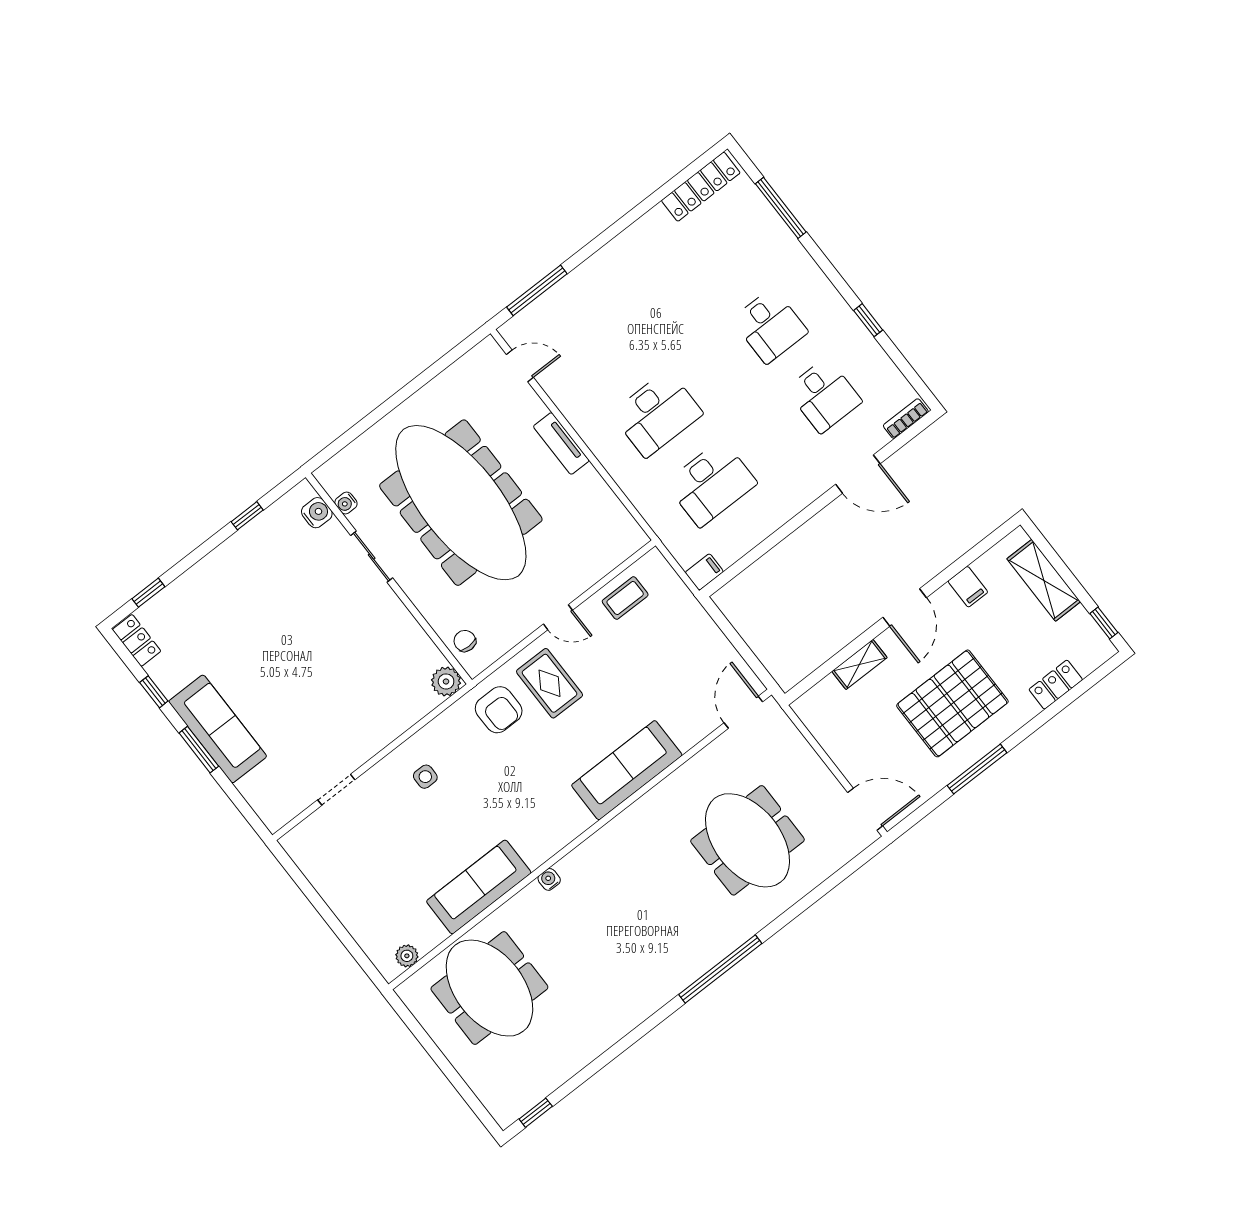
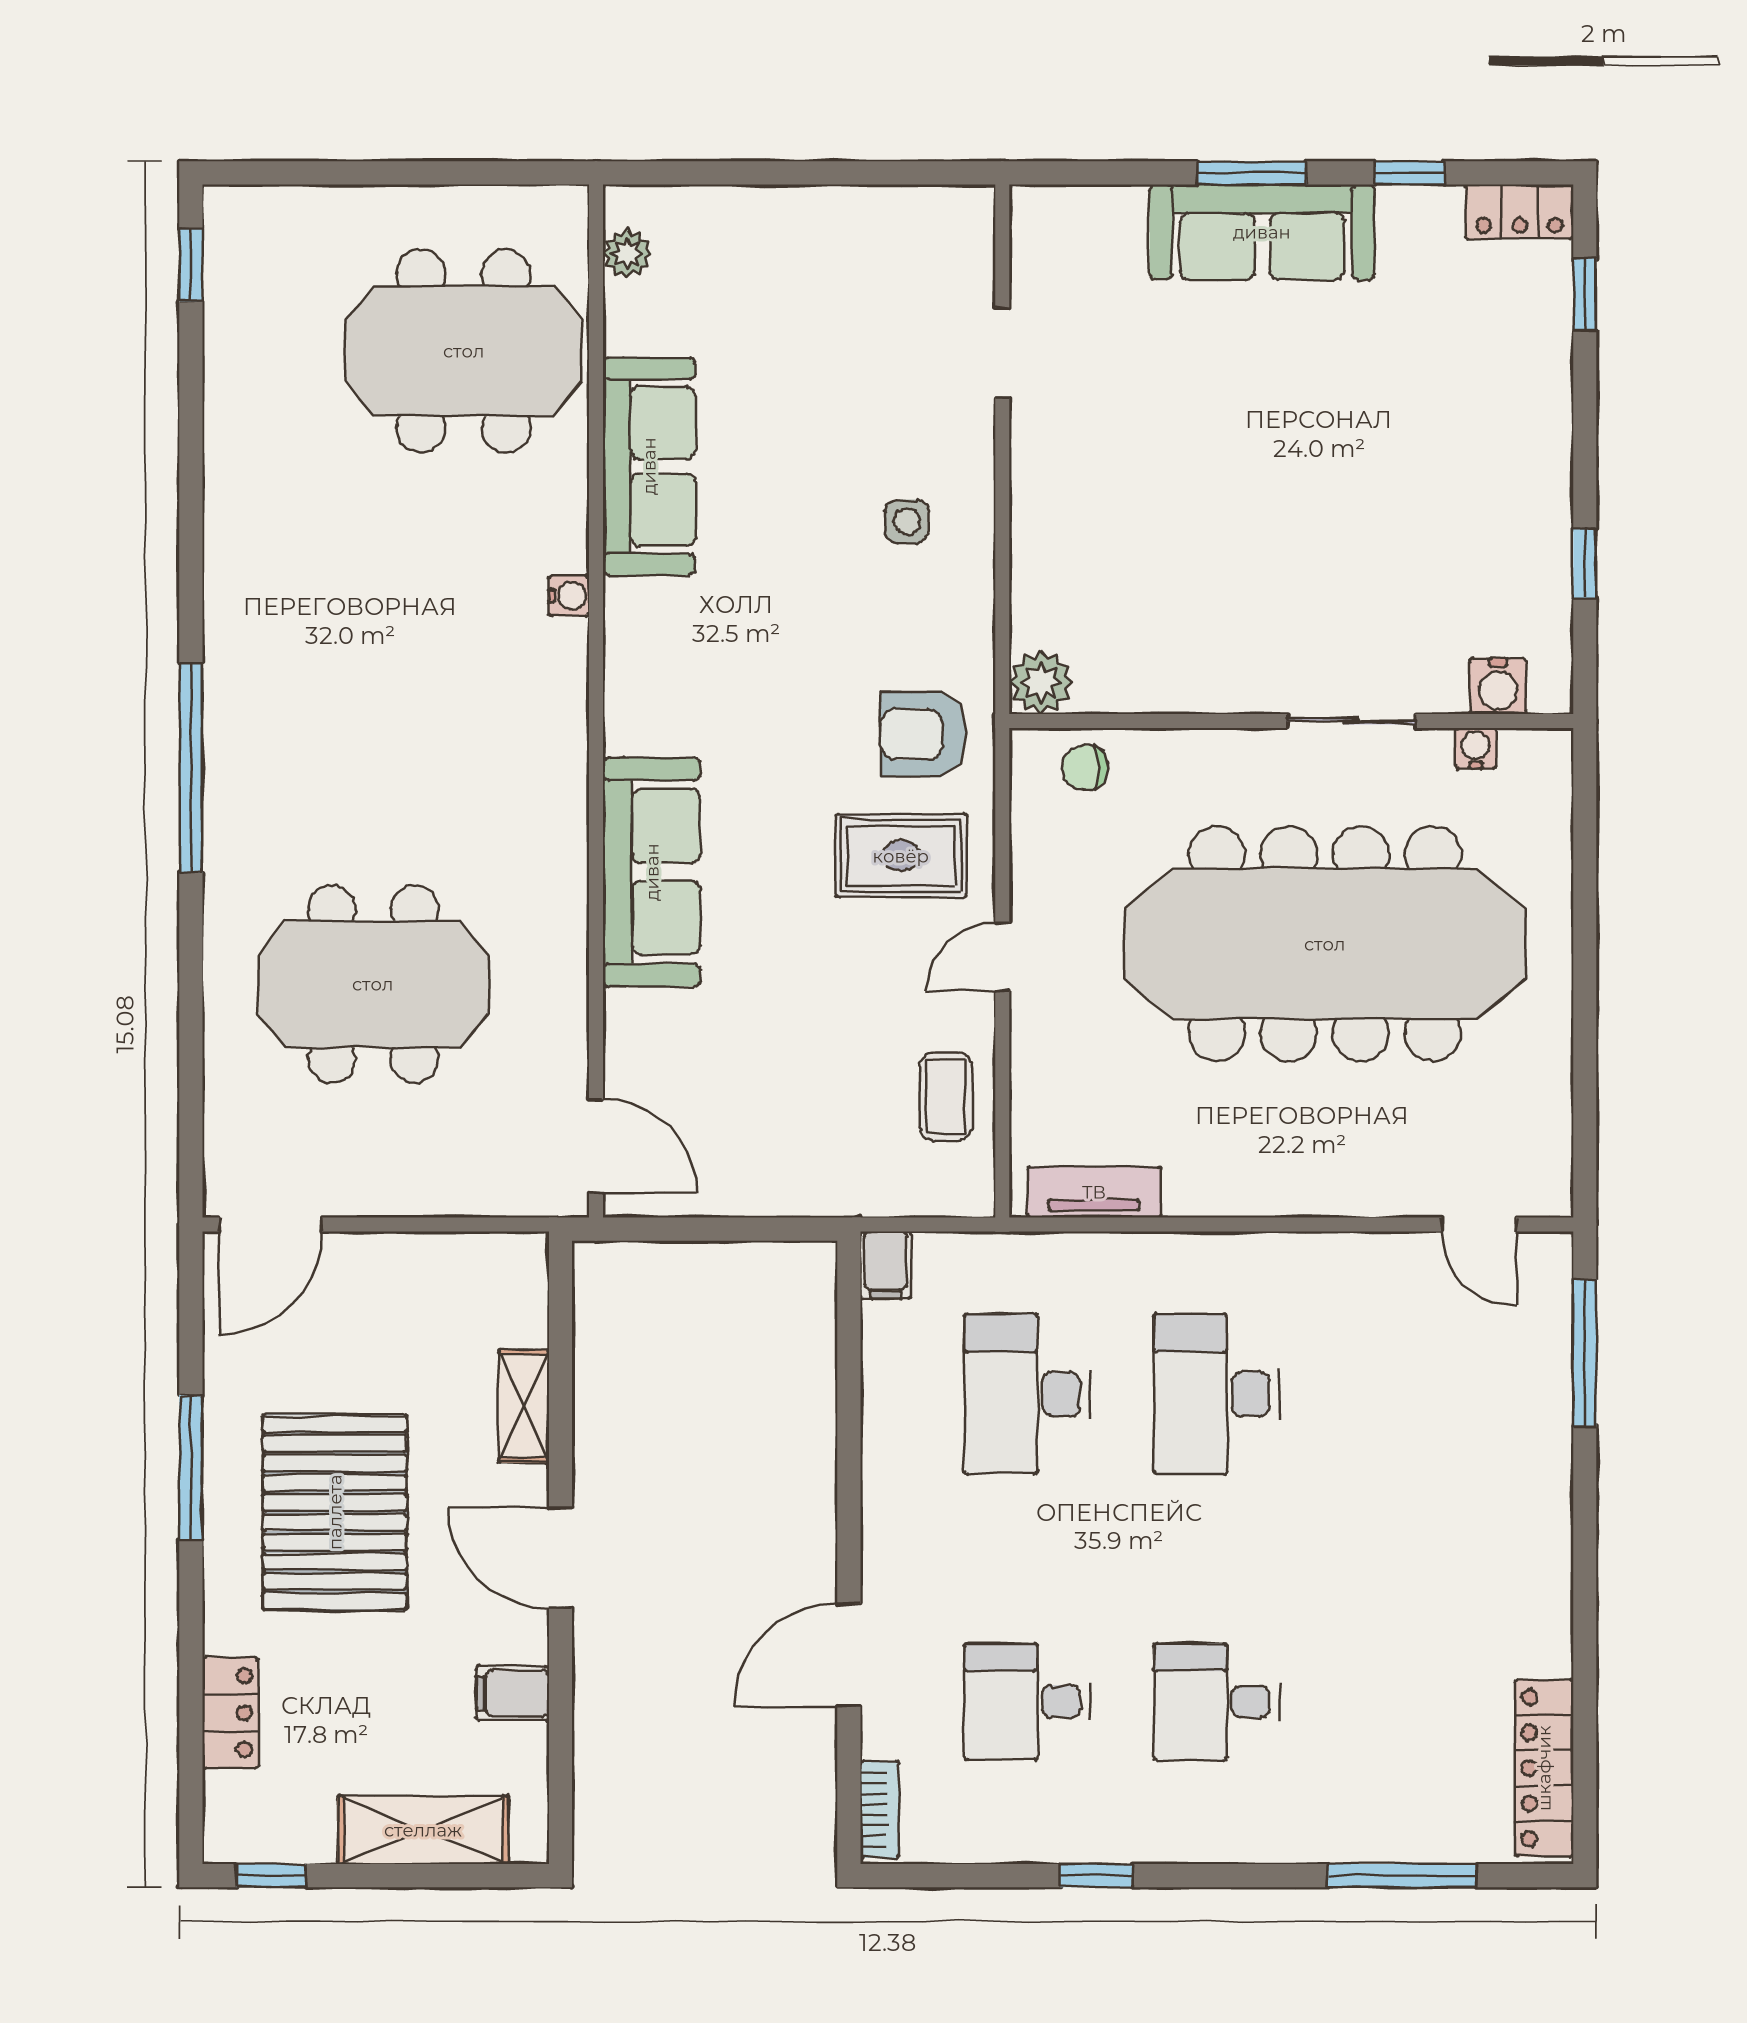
door: (520, 366) -> (1479, 1225), hinge flipped
tv unit: (561, 443) -> (1094, 1192), moved
chair: (465, 641) -> (1085, 768), turned 180

